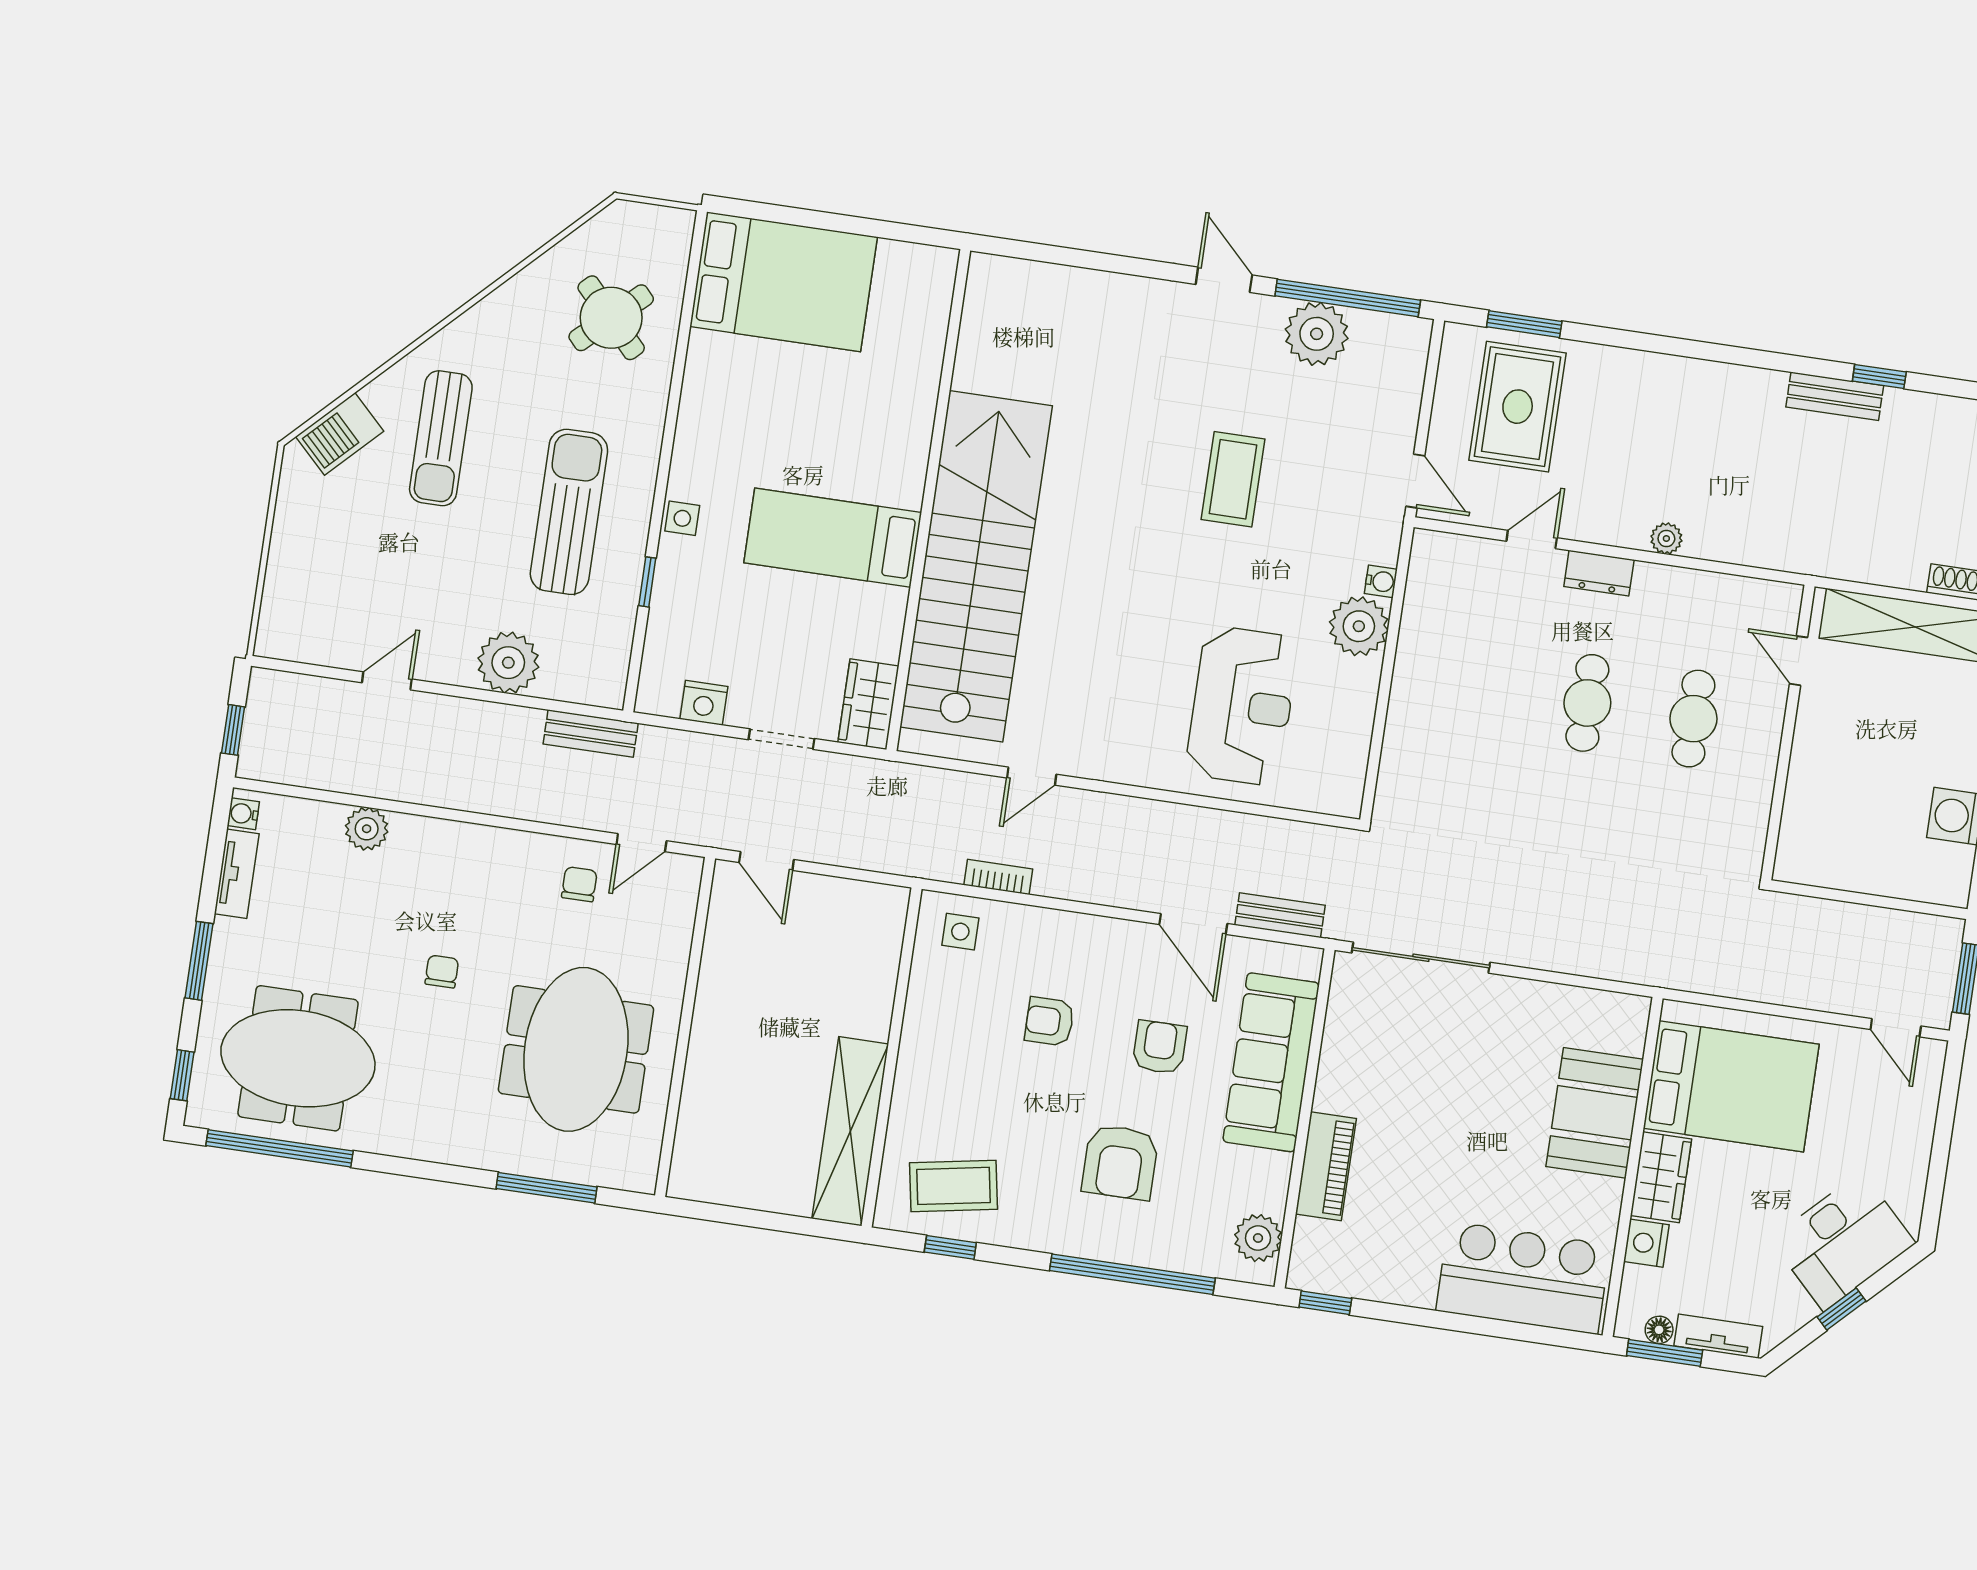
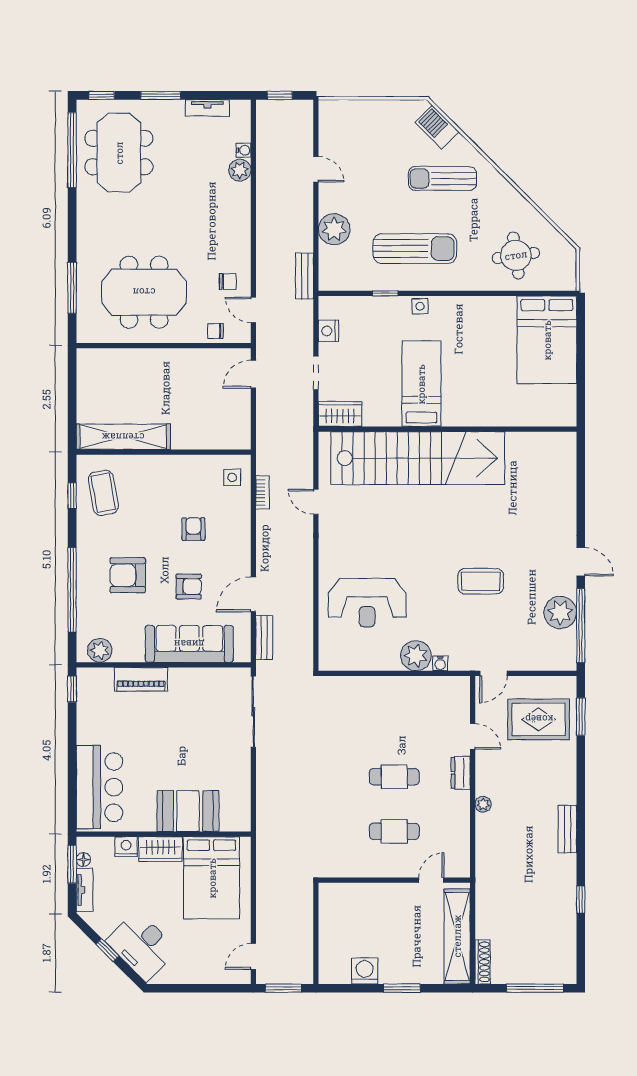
door: (1224, 280) -> (581, 562), hinge flipped
round table: (611, 318) -> (516, 255), turned 35
bench: (1835, 396) -> (567, 829), moved
water cooler: (243, 814) -> (244, 150), moved, turned 90
chair: (442, 971) -> (215, 331), moved, turned 180

